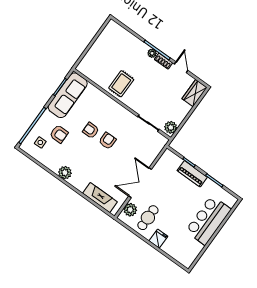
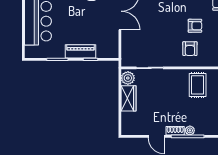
wardrobe: (195, 93) -> (129, 98), moved
armchair: (107, 141) -> (190, 49), moved

